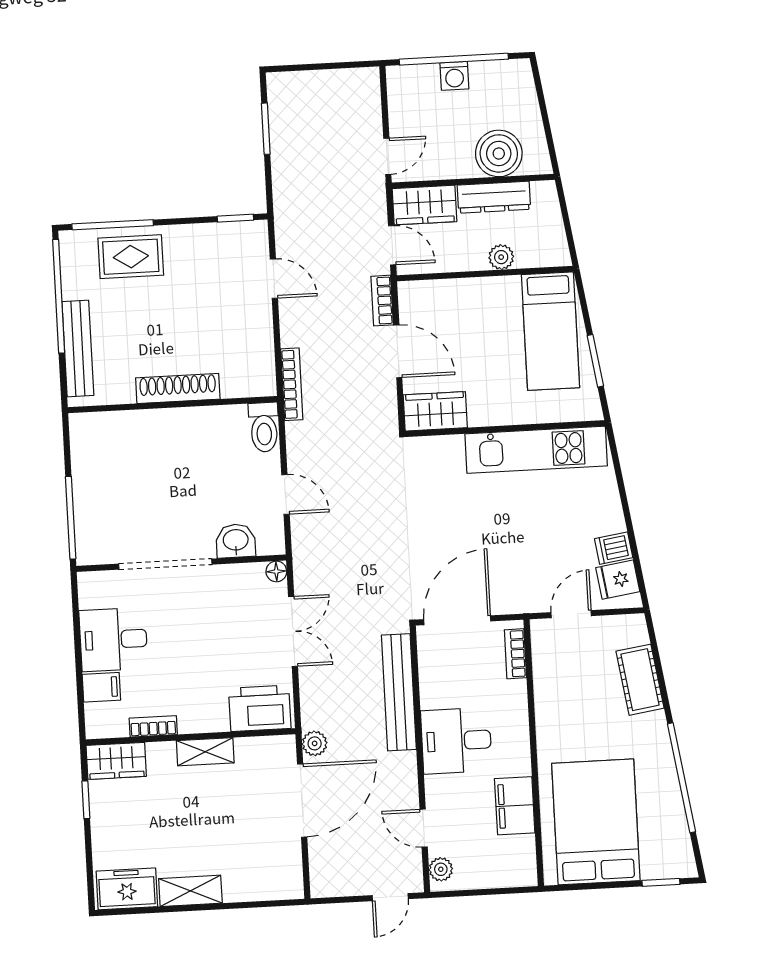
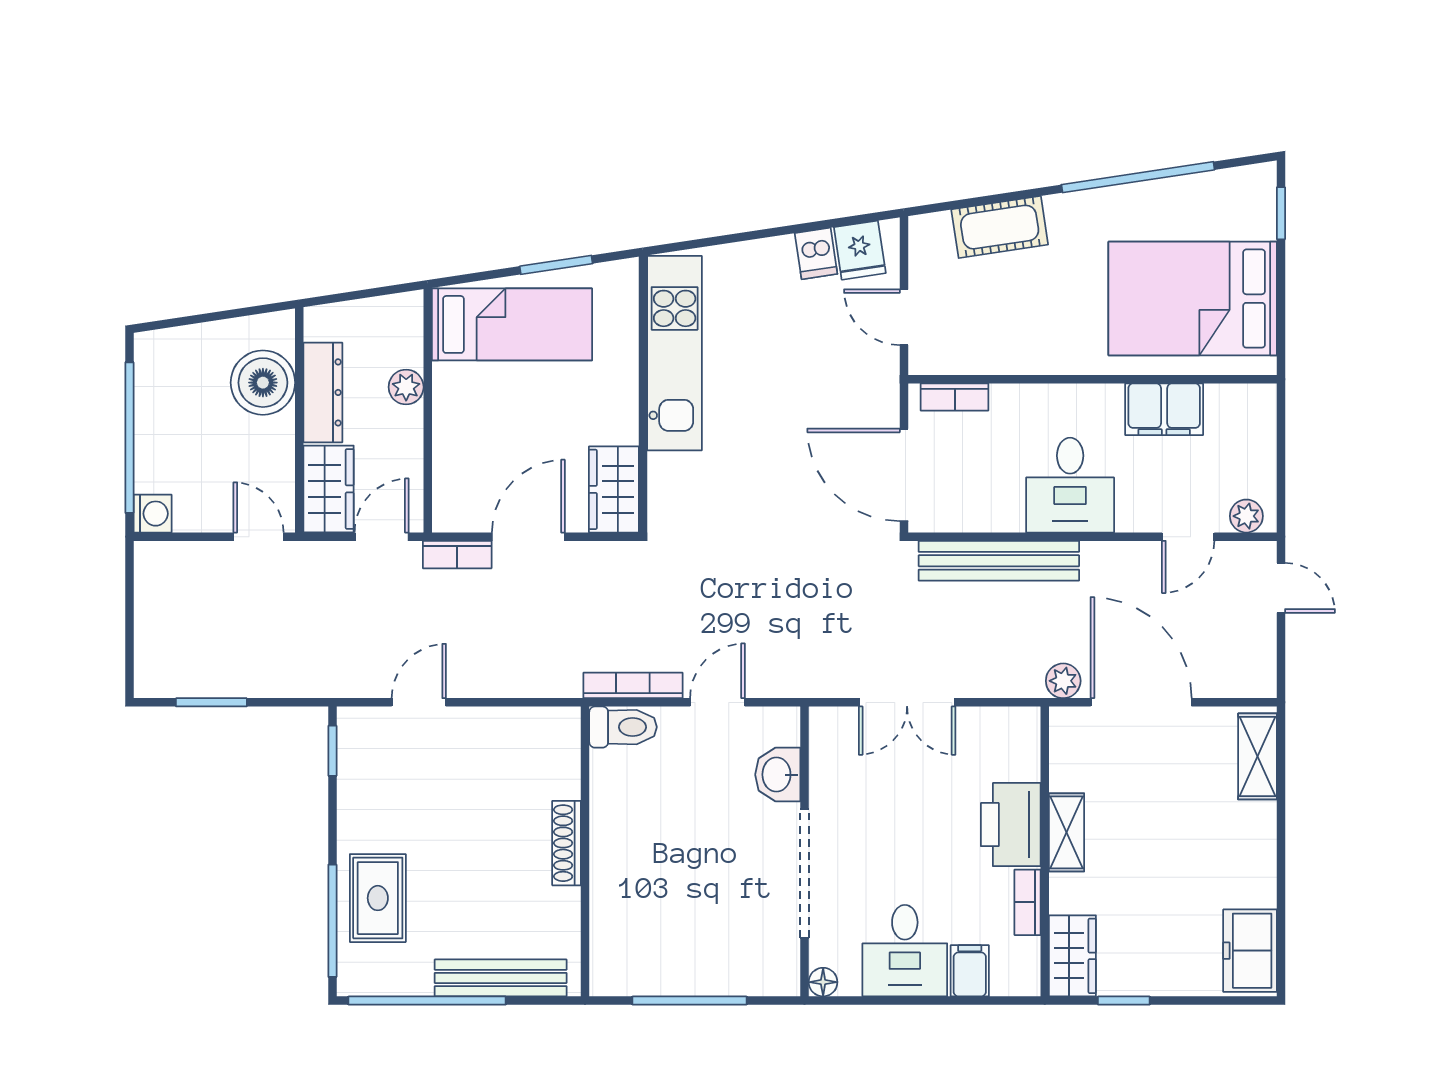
washing machine: (454, 76) -> (153, 514), moved
bookcase: (292, 384) -> (633, 685), moved
shoe rack: (178, 388) -> (567, 843), width x0.74, depth x0.81
window: (71, 518) -> (689, 1001), moved
floor lamp: (276, 571) -> (823, 982), moved
double door: (293, 631) -> (907, 702), swing flipped
printer: (260, 708) -> (1011, 825), moved
shelving: (190, 891) -> (1257, 756), moved

